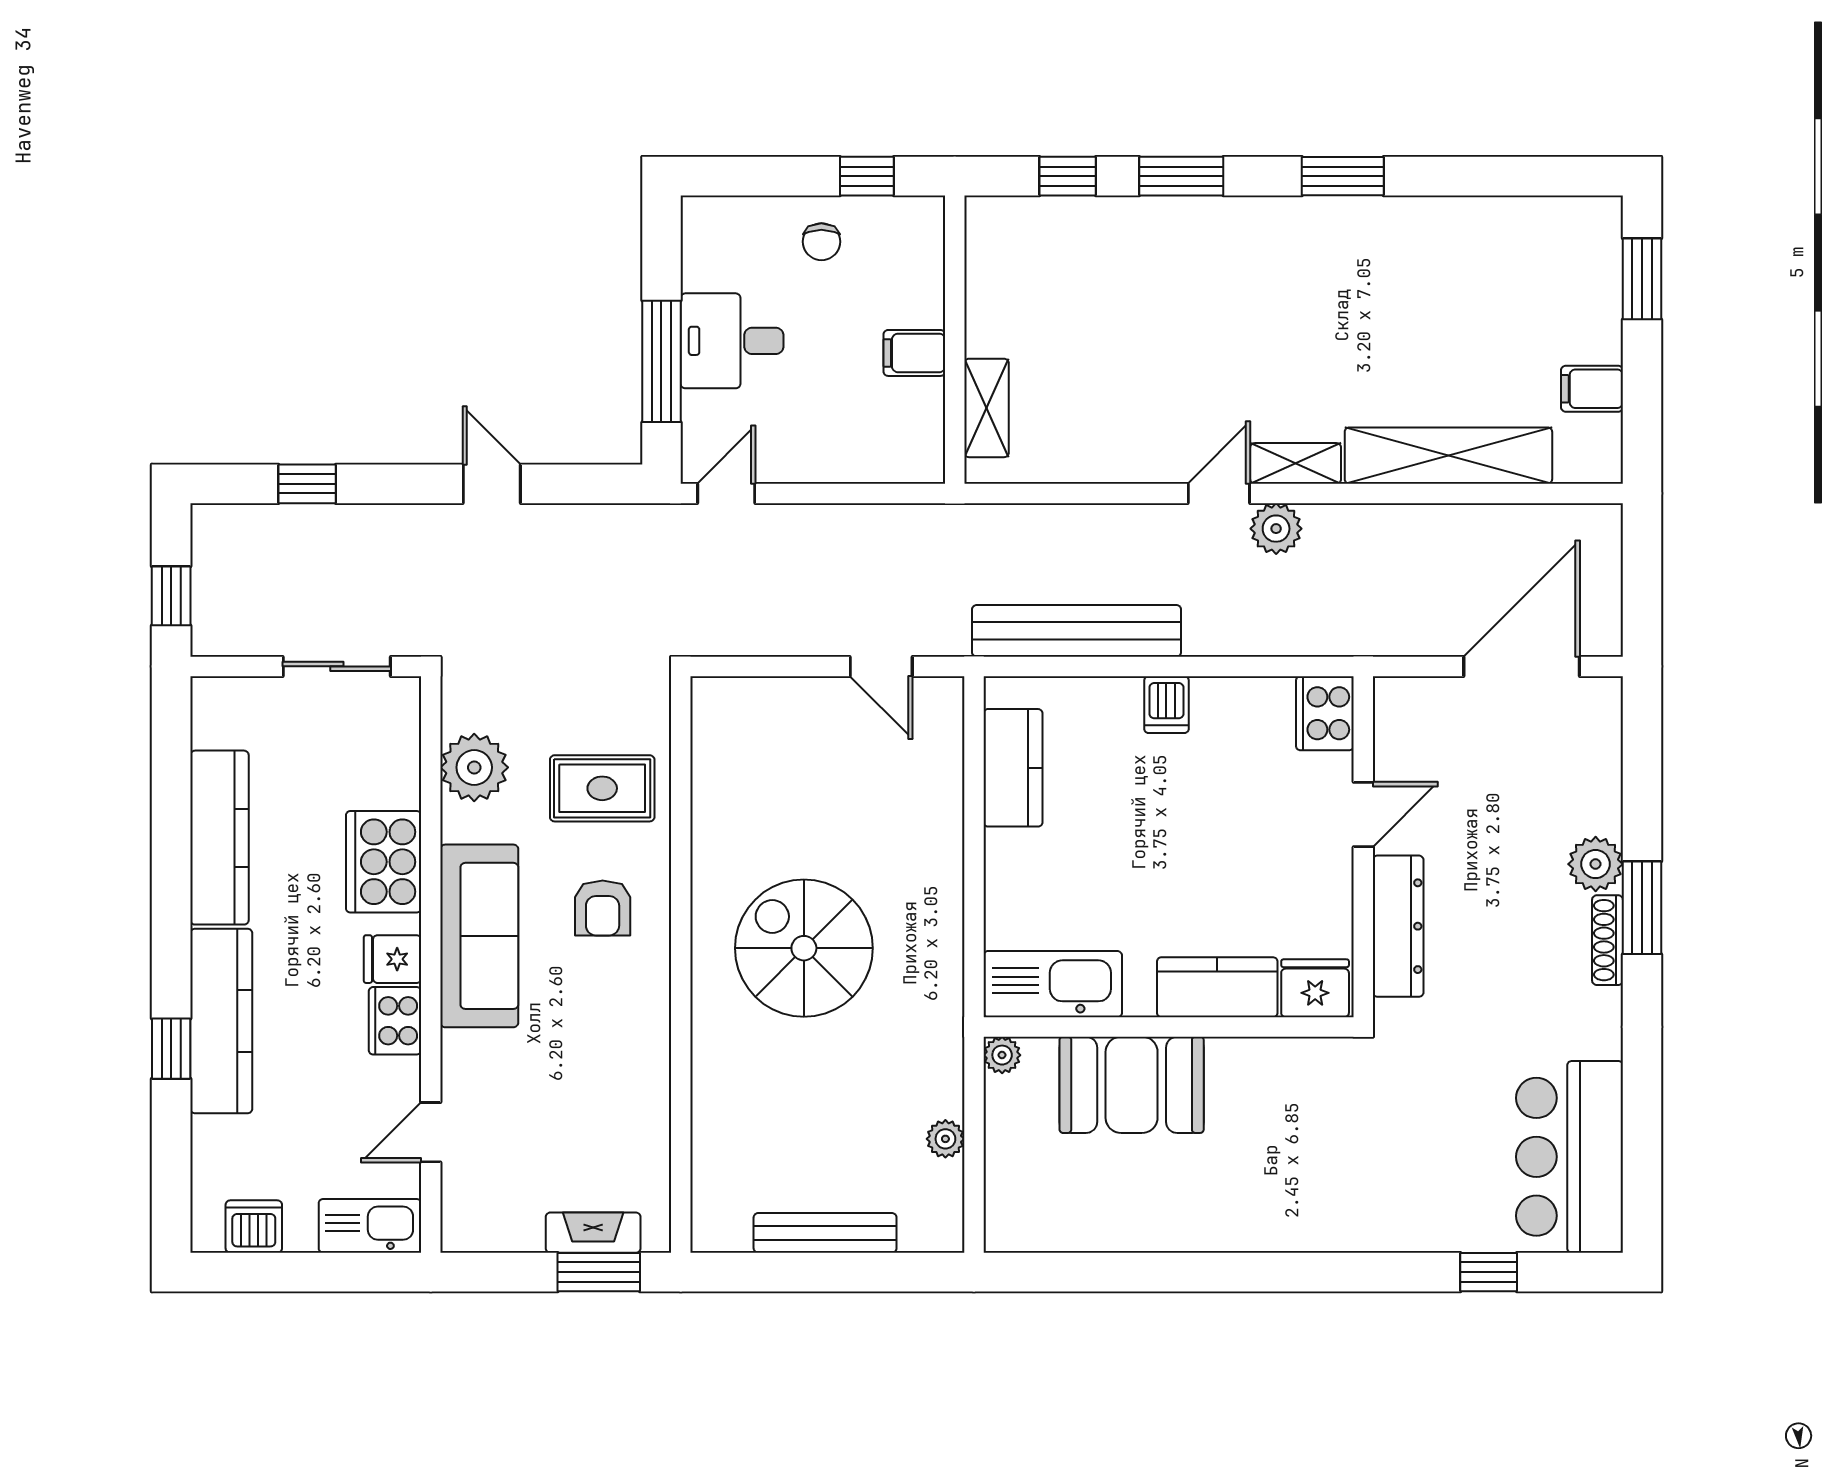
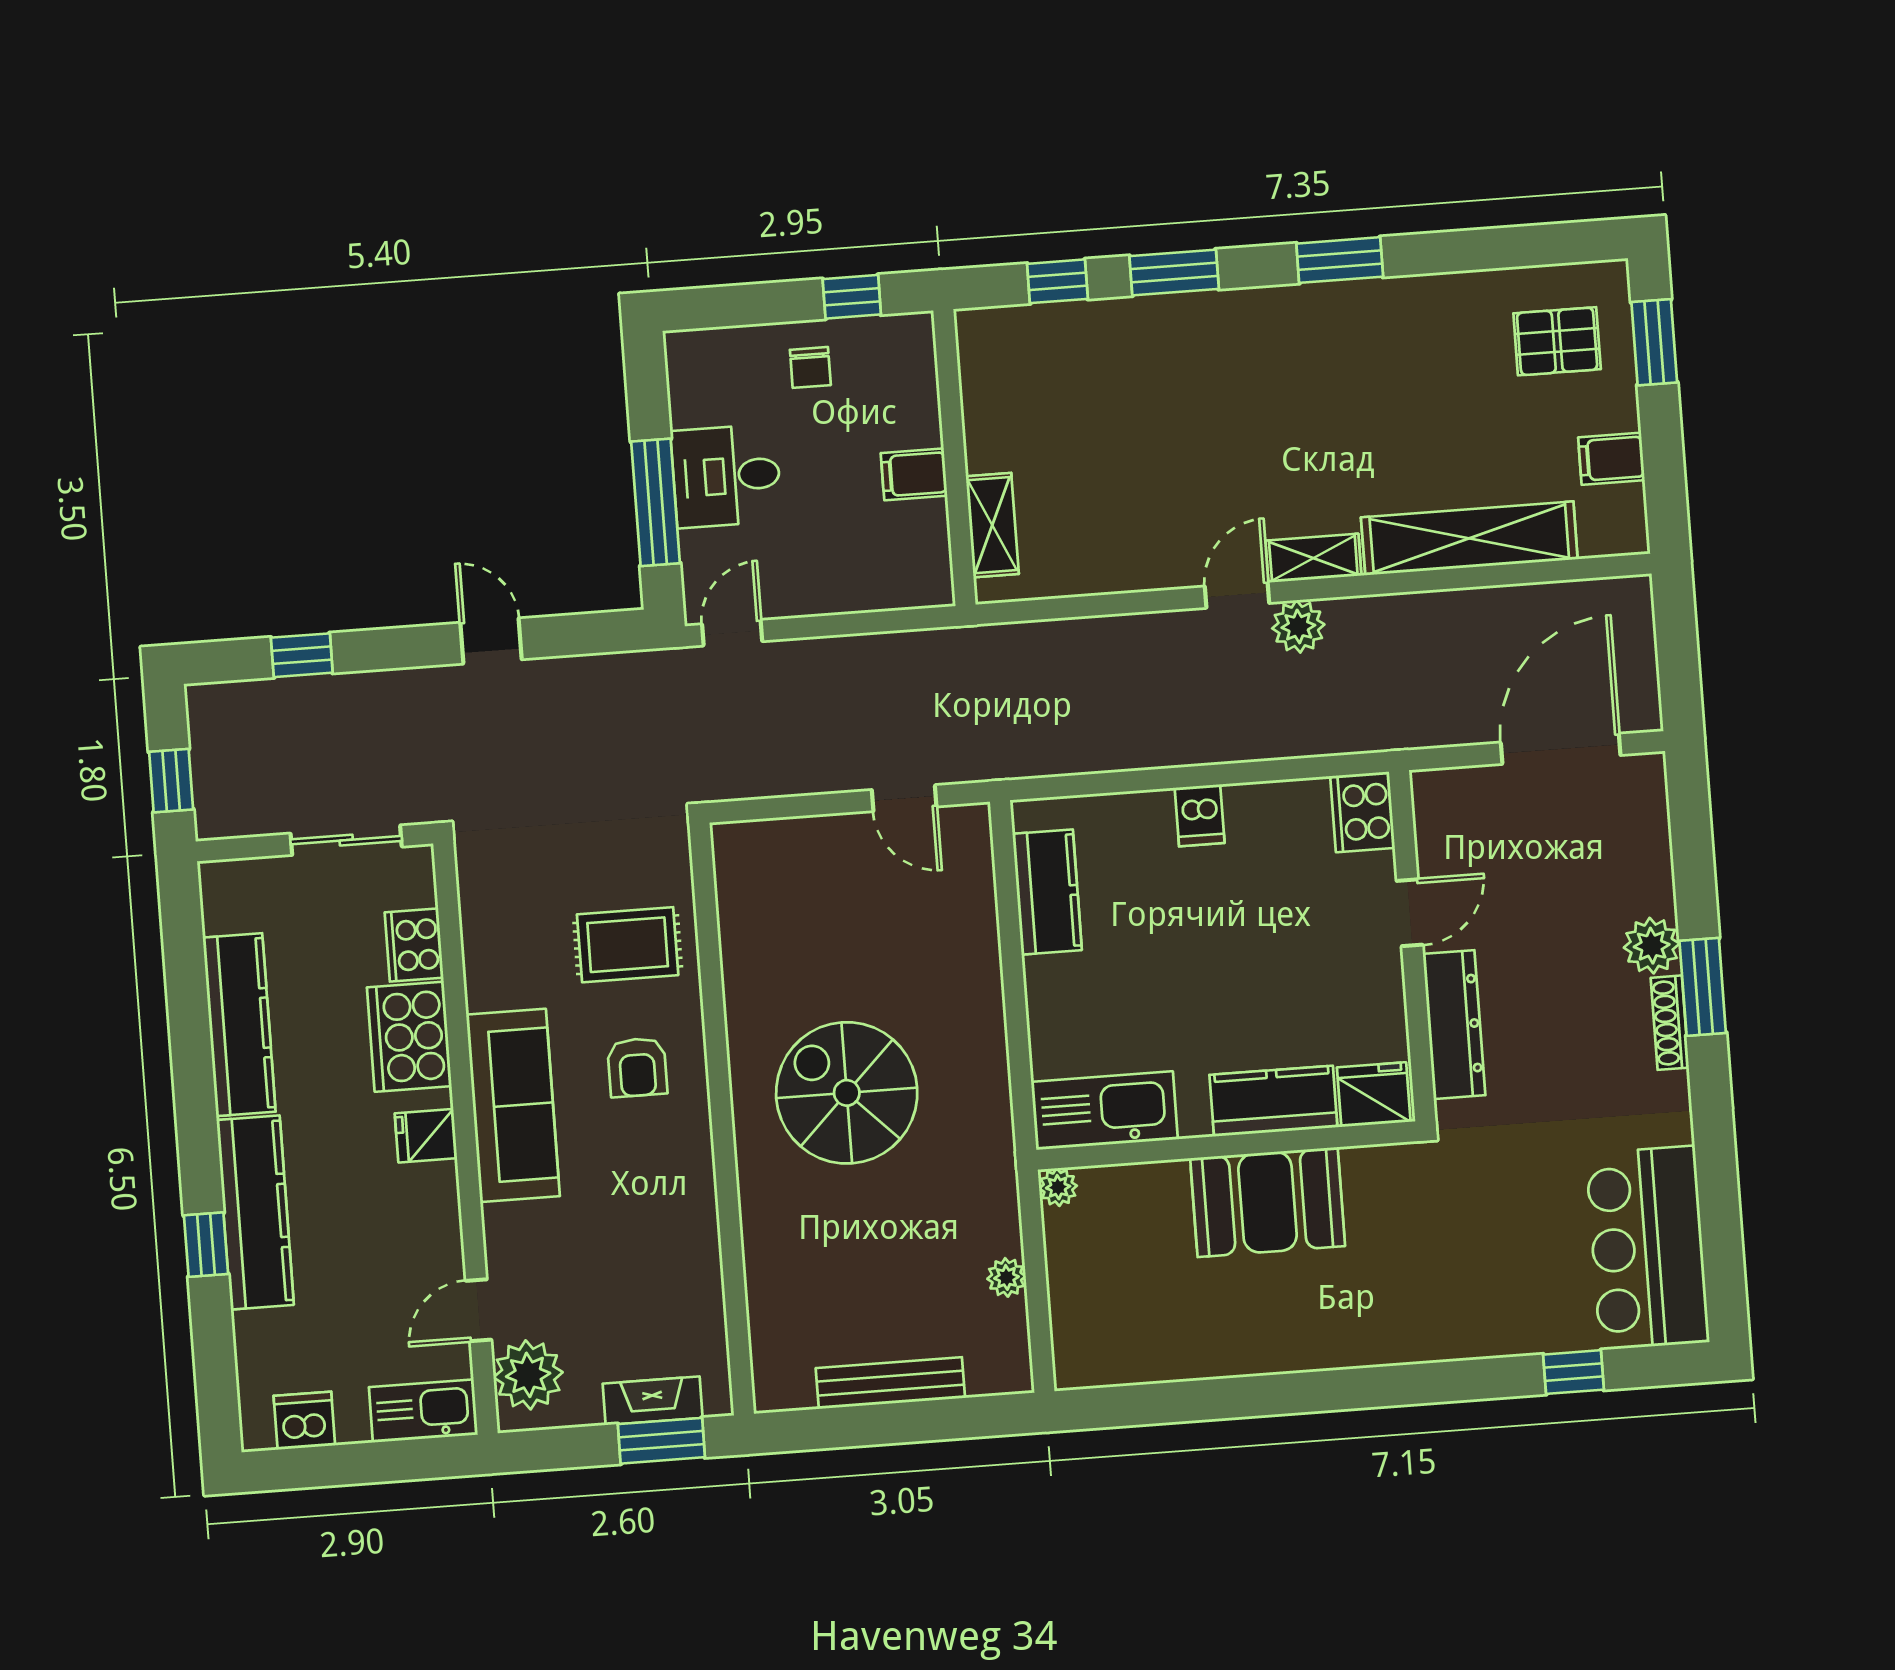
pallet: (1548, 271) -> (1557, 341), added
bench: (1077, 631) -> (1102, 747), removed
plant: (474, 767) -> (528, 1375), moved
cooker: (395, 1021) -> (414, 945), moved
booth: (1132, 1085) -> (1268, 1202), moved

